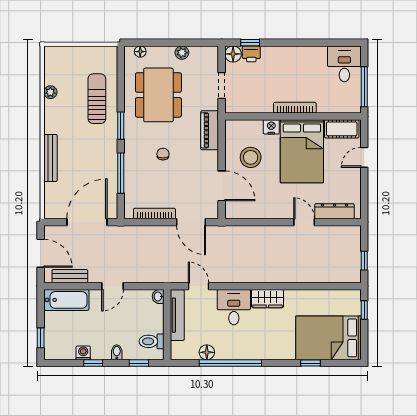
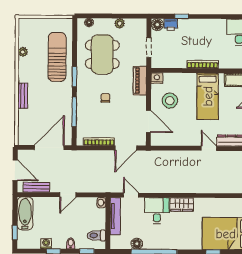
window: (250, 43) -> (182, 16), moved
sun lounger: (97, 99) -> (57, 57), width x1.36, depth x1.34
nightstand: (271, 127) -> (157, 78), moved
bed: (302, 151) -> (208, 96), width x0.67
bench: (50, 158) -> (23, 96), width x0.73
door: (191, 222) -> (126, 148), hinge flipped
bathtub: (66, 300) -> (25, 213), moved, turned -90

